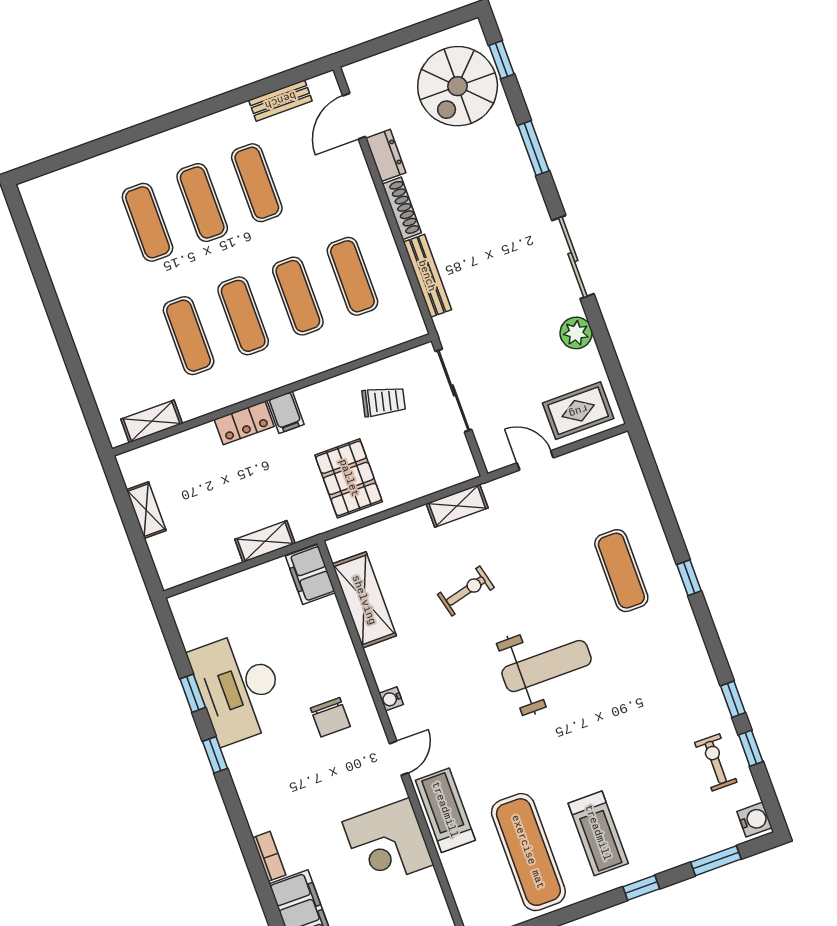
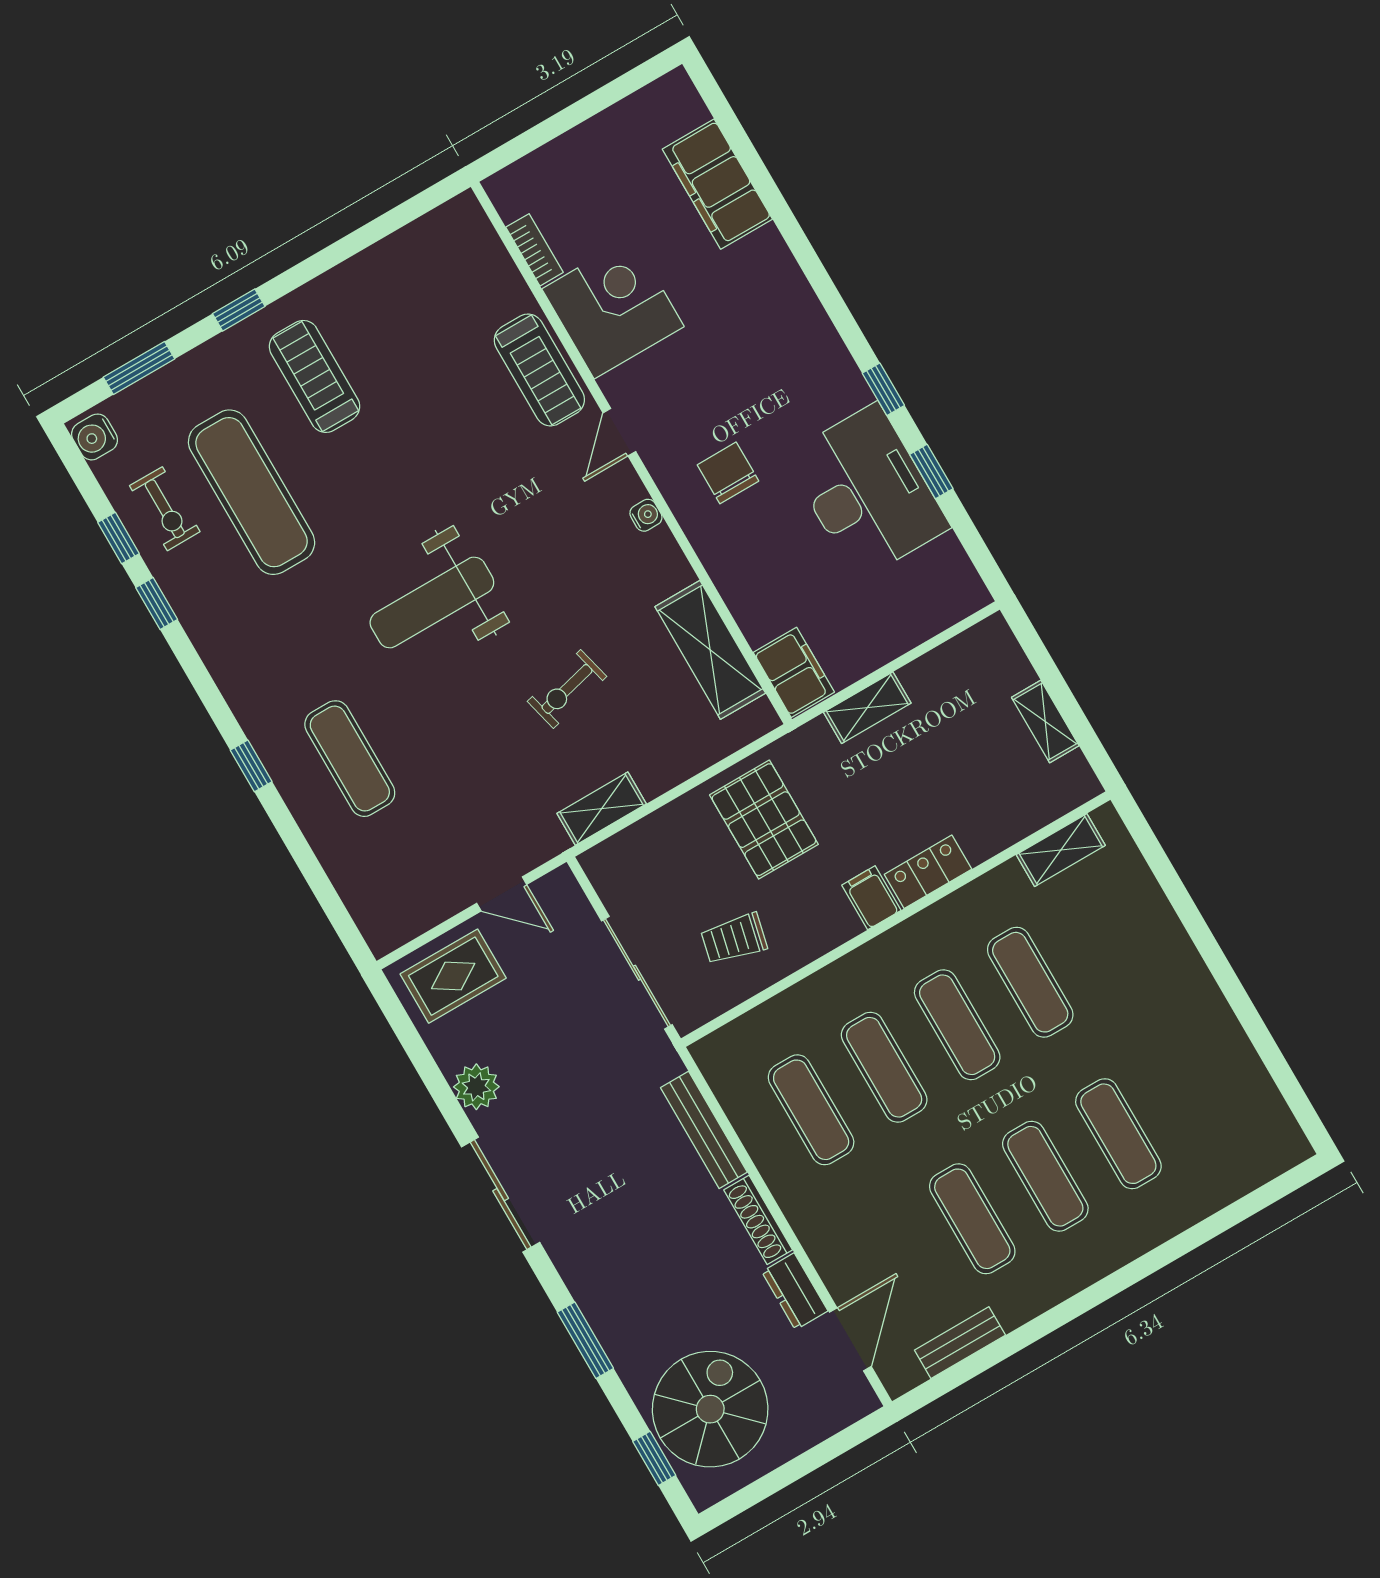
exercise mat: (528, 852) -> (252, 492), moved
bookcase: (269, 856) -> (535, 250), moved, turned 180

